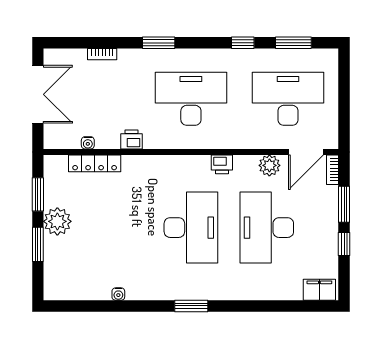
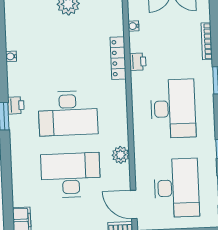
bookcase: (102, 54) -> (207, 41), width x1.56
locker: (95, 163) -> (118, 58), moved
printer: (222, 164) -> (16, 105), moved, turned 180
plant: (269, 165) -> (121, 155), moved

